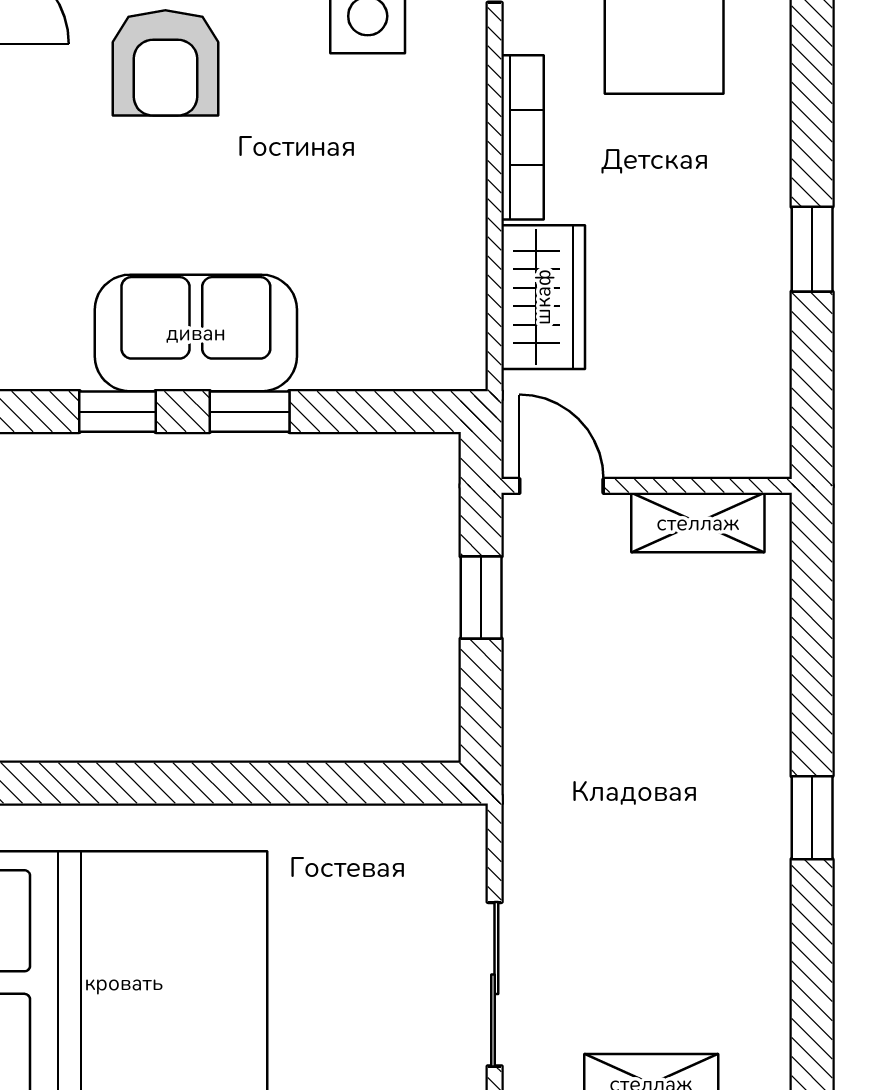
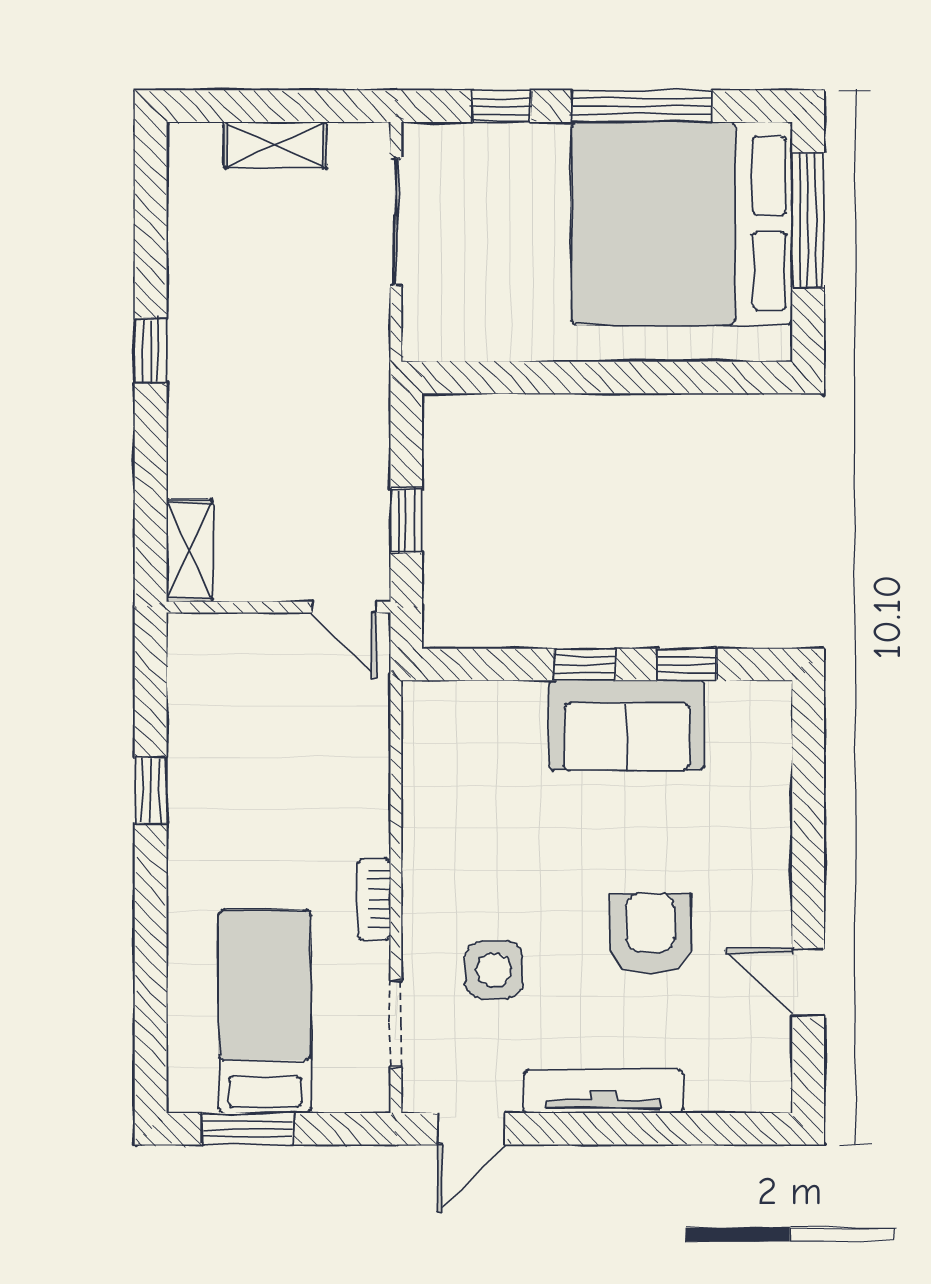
bookcase: (522, 137) -> (374, 899), width x0.64
wardrobe: (543, 297) -> (358, 753), removed
shelving: (698, 523) -> (189, 550), moved, turned 90

